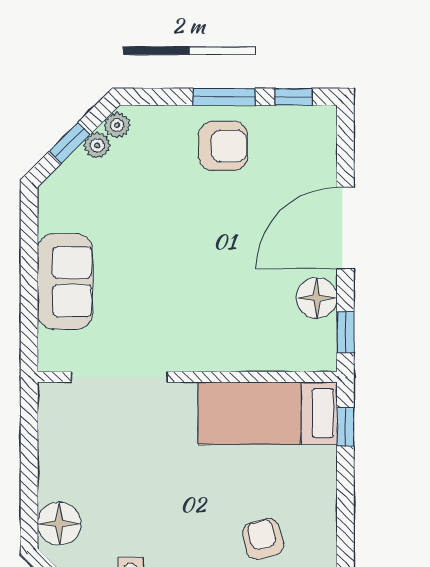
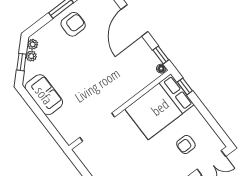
sofa: (65, 282) -> (44, 95), moved
floor lamp: (317, 298) -> (161, 69), moved, width x0.53, depth x0.53
bed: (268, 413) -> (160, 107), width x1.50
armchair: (263, 539) -> (186, 145), turned -76

